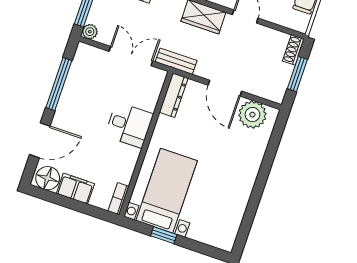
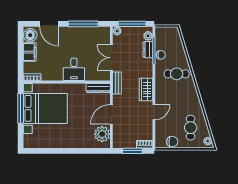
double door: (131, 56) -> (111, 58), swing flipped
bed with nightstands: (167, 191) -> (45, 108), width x1.36
window: (164, 235) -> (21, 108), width x2.17

